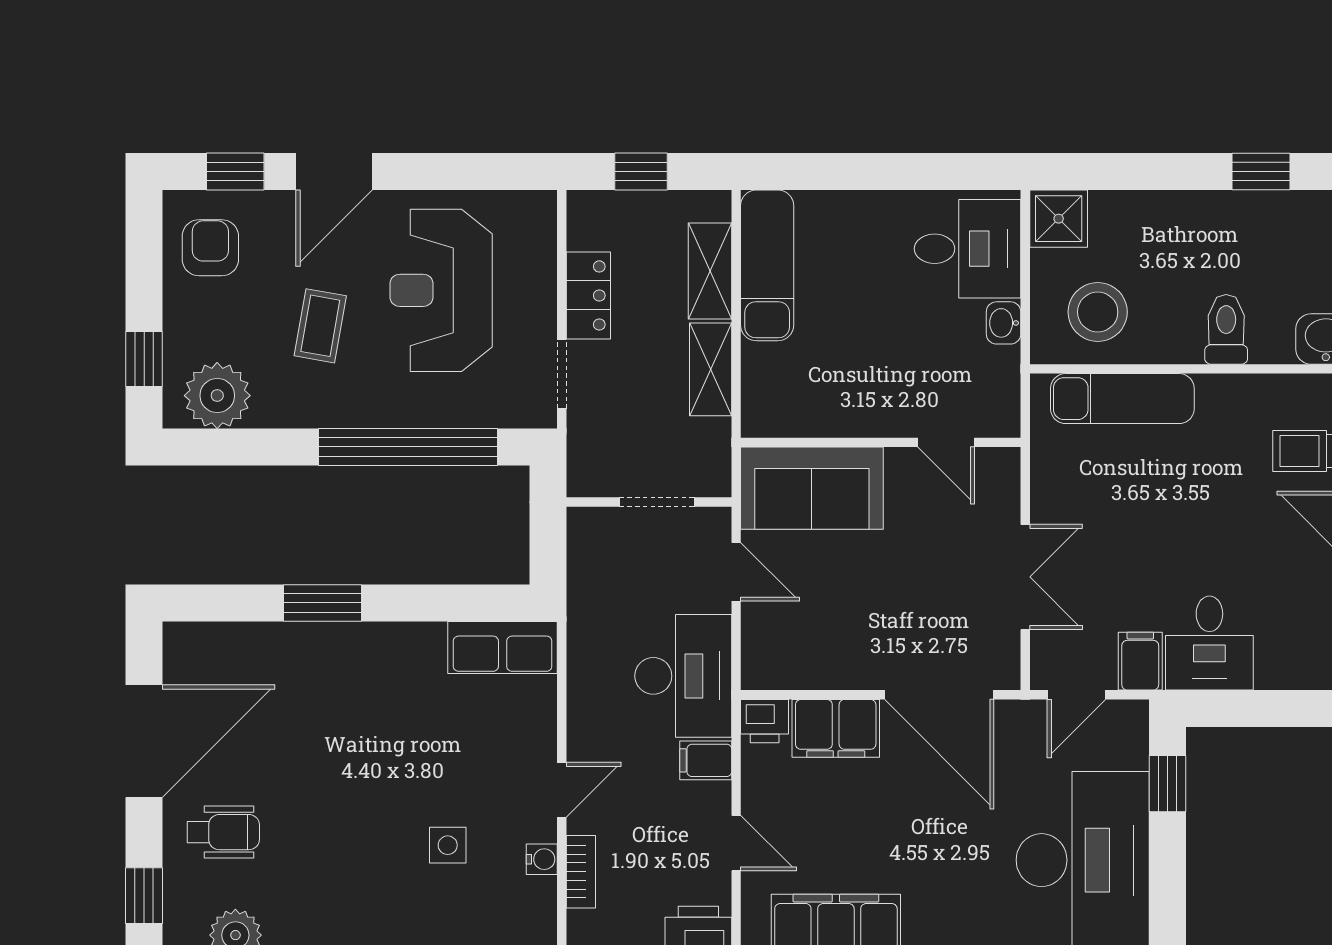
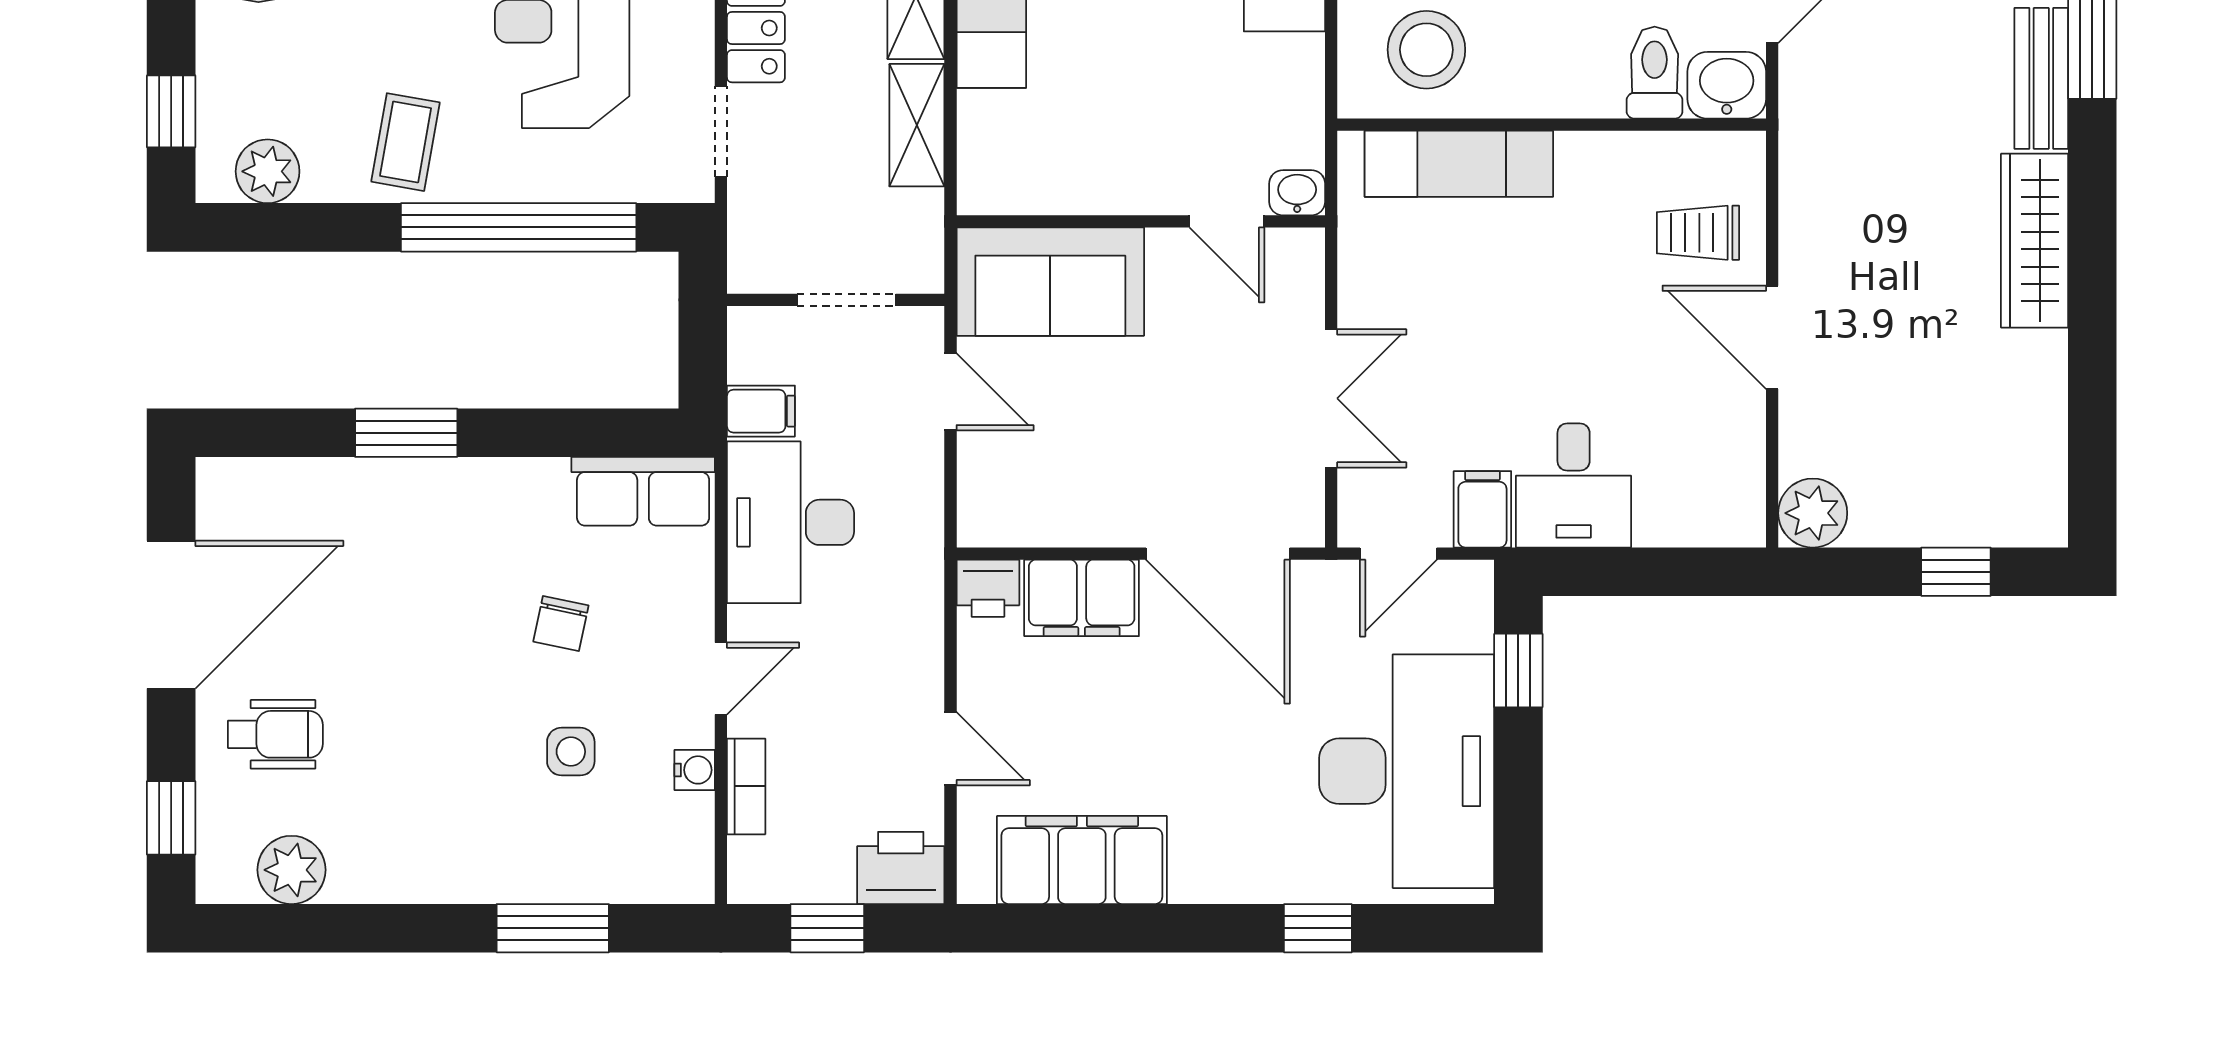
washbasin: (1004, 323) -> (1297, 193), moved, turned 90
coffee table: (320, 326) -> (406, 142), moved
toilet: (1226, 329) -> (1655, 73), moved
plant: (217, 396) -> (268, 171), width x0.73, depth x0.73
desk: (683, 676) -> (791, 522), moved, turned 180
chair: (440, 748) -> (561, 623), added
filing cabinet: (706, 760) -> (761, 411), moved, turned 180

